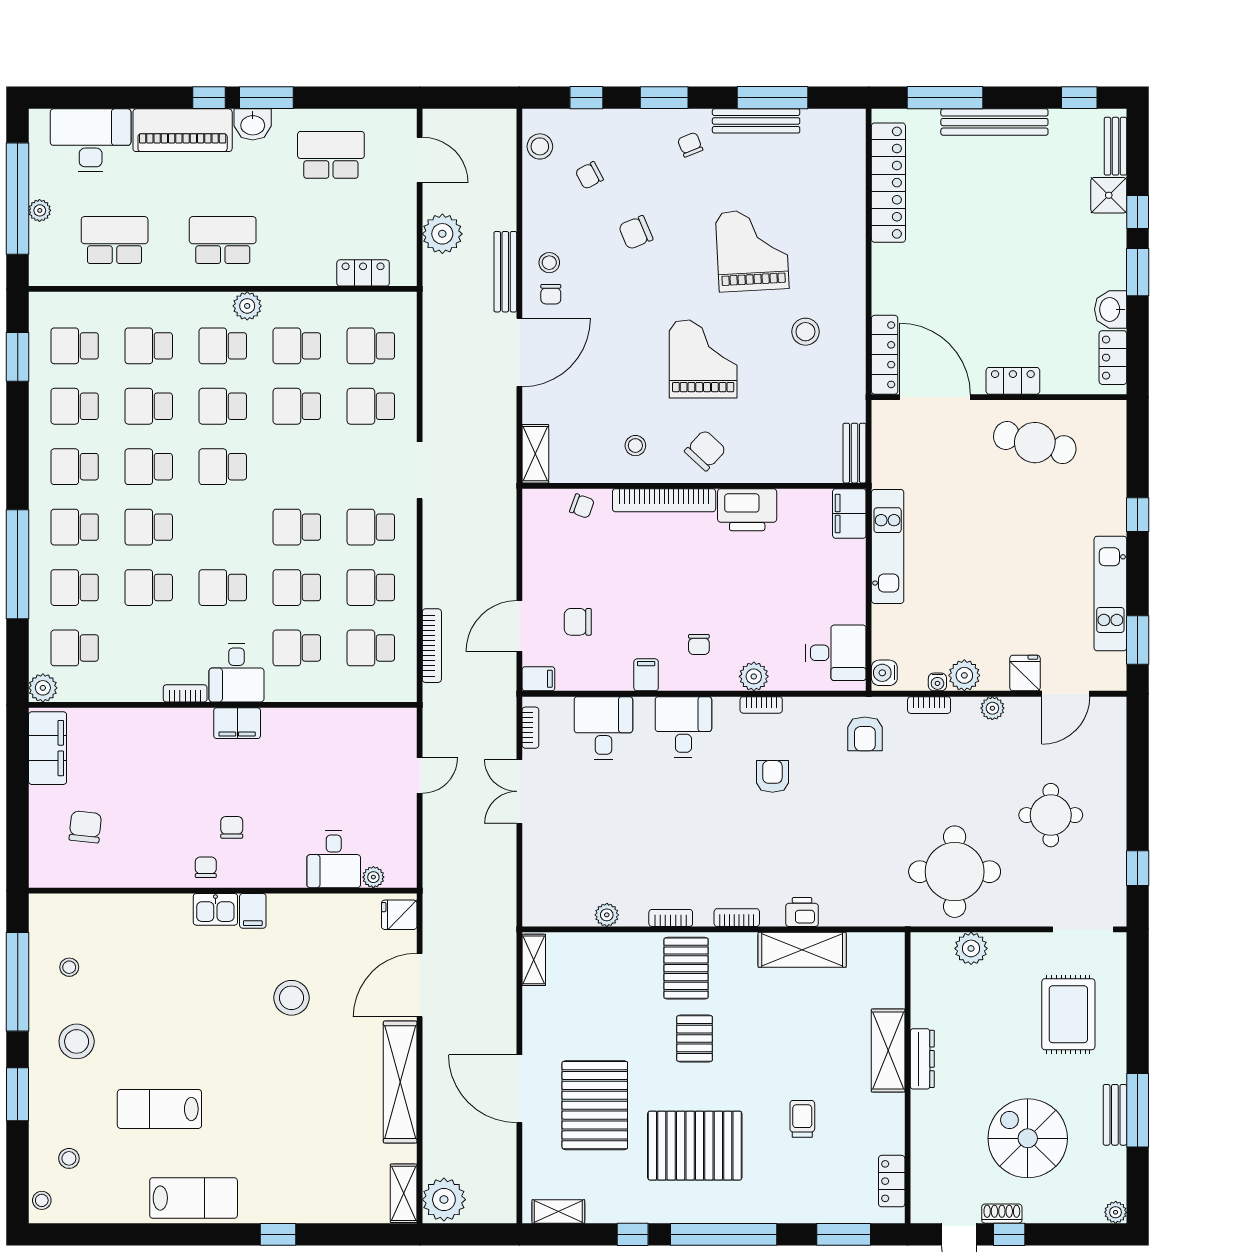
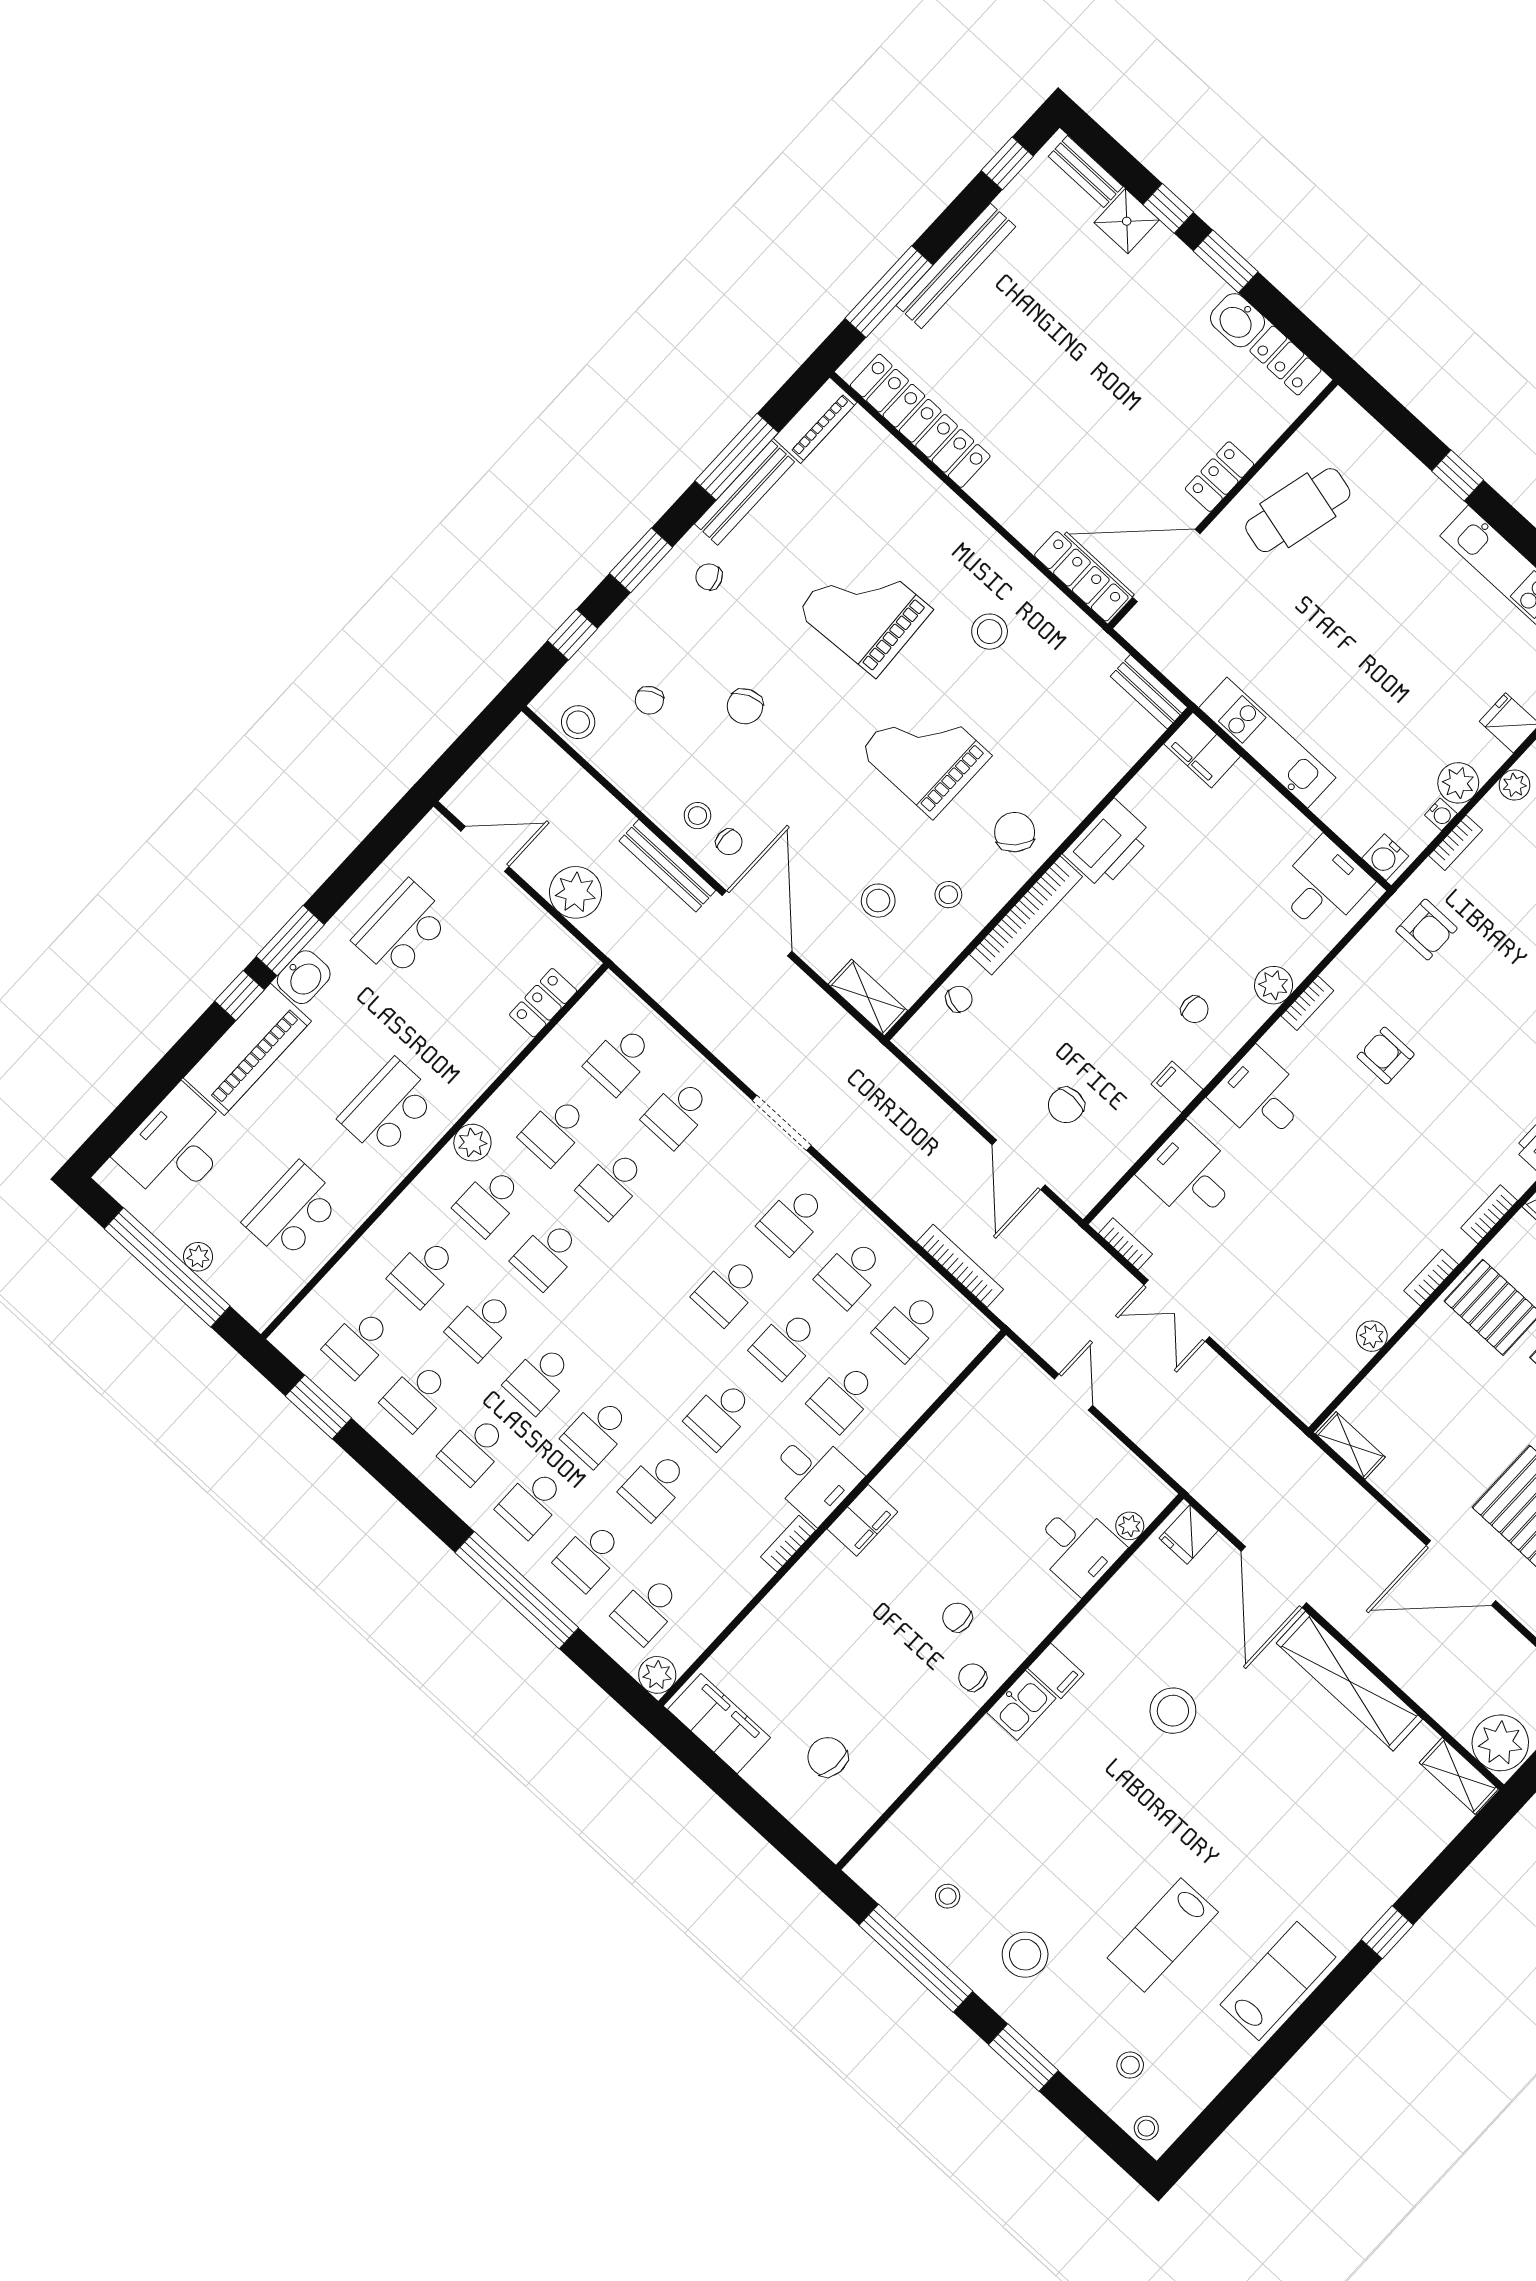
piano: (834, 123) -> (815, 420), added
stool: (595, 409) -> (878, 901), added
school desk: (223, 467) -> (604, 1308), removed
filing cabinet: (538, 679) -> (1086, 1193), removed

